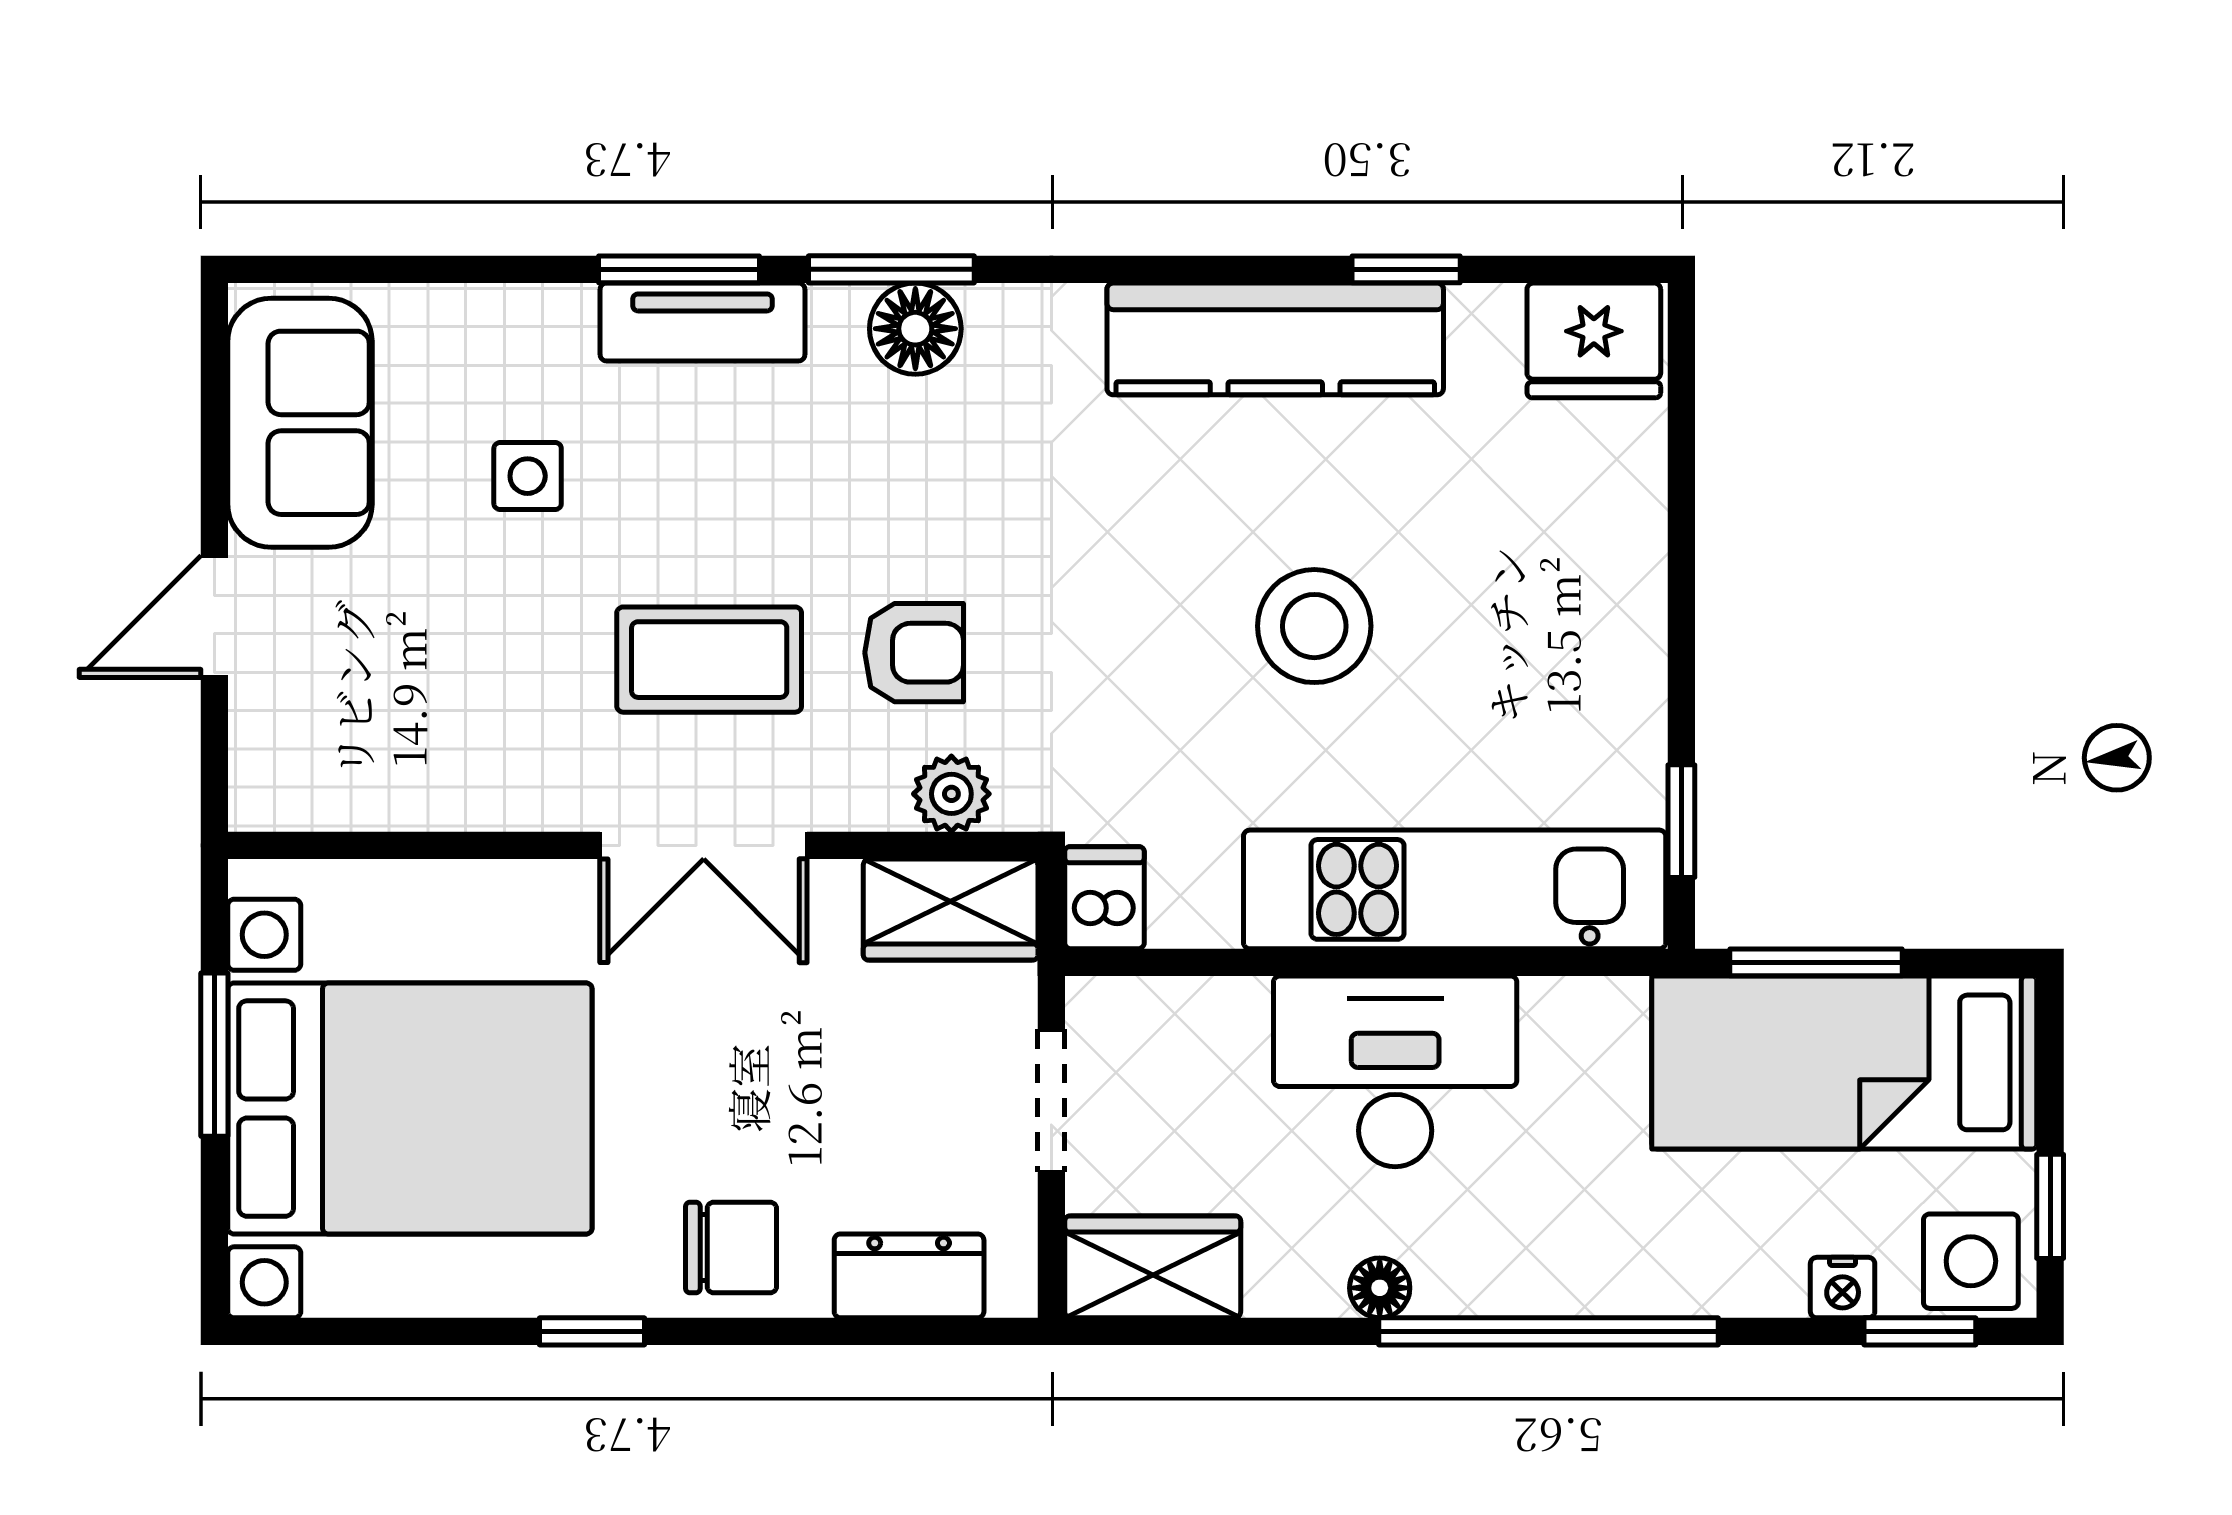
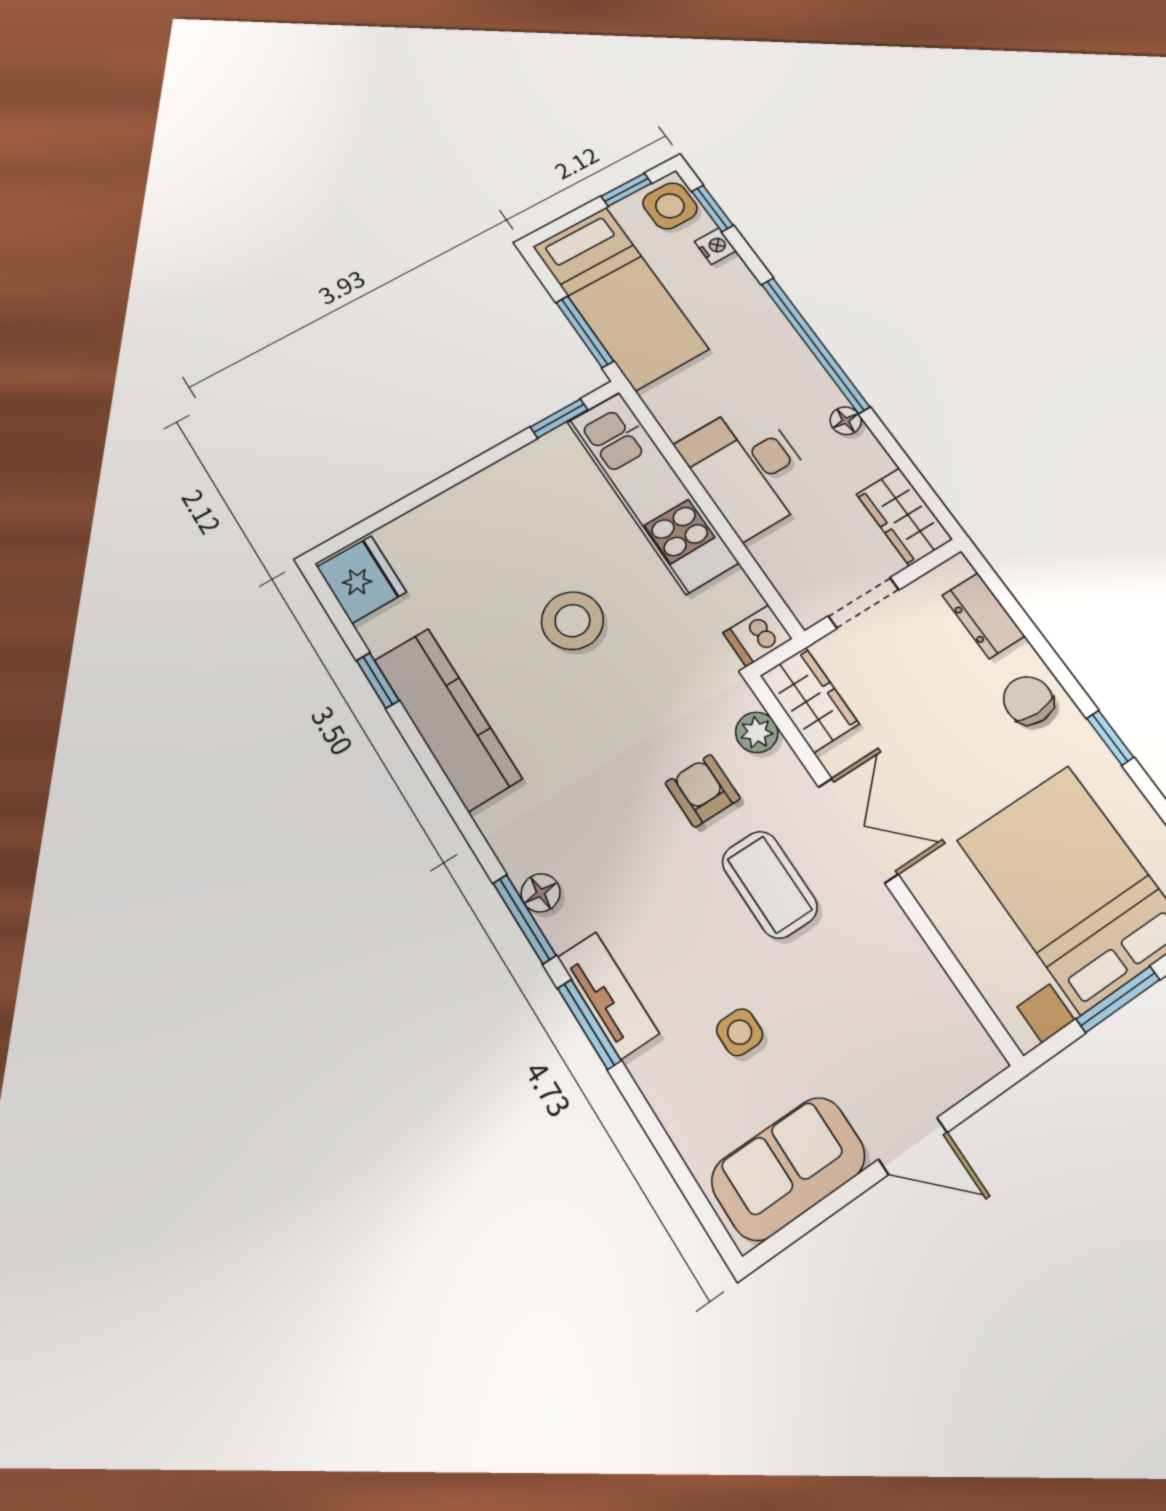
floor lamp: (915, 329) -> (541, 893), width x0.73, depth x0.73

